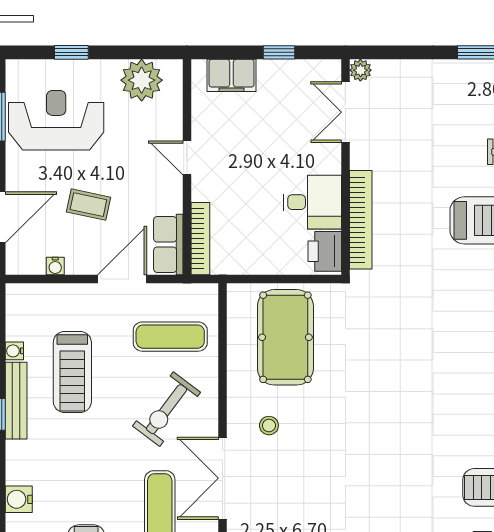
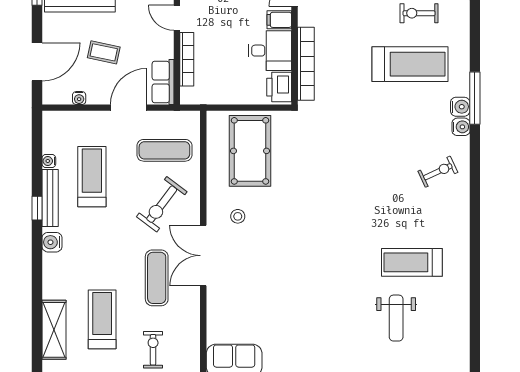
filing cabinet: (325, 161) -> (279, 20), added
bookcase: (200, 239) -> (187, 59), moved
treadmill: (72, 372) -> (92, 177), turned 180
water cooler: (19, 499) -> (52, 242), moved

